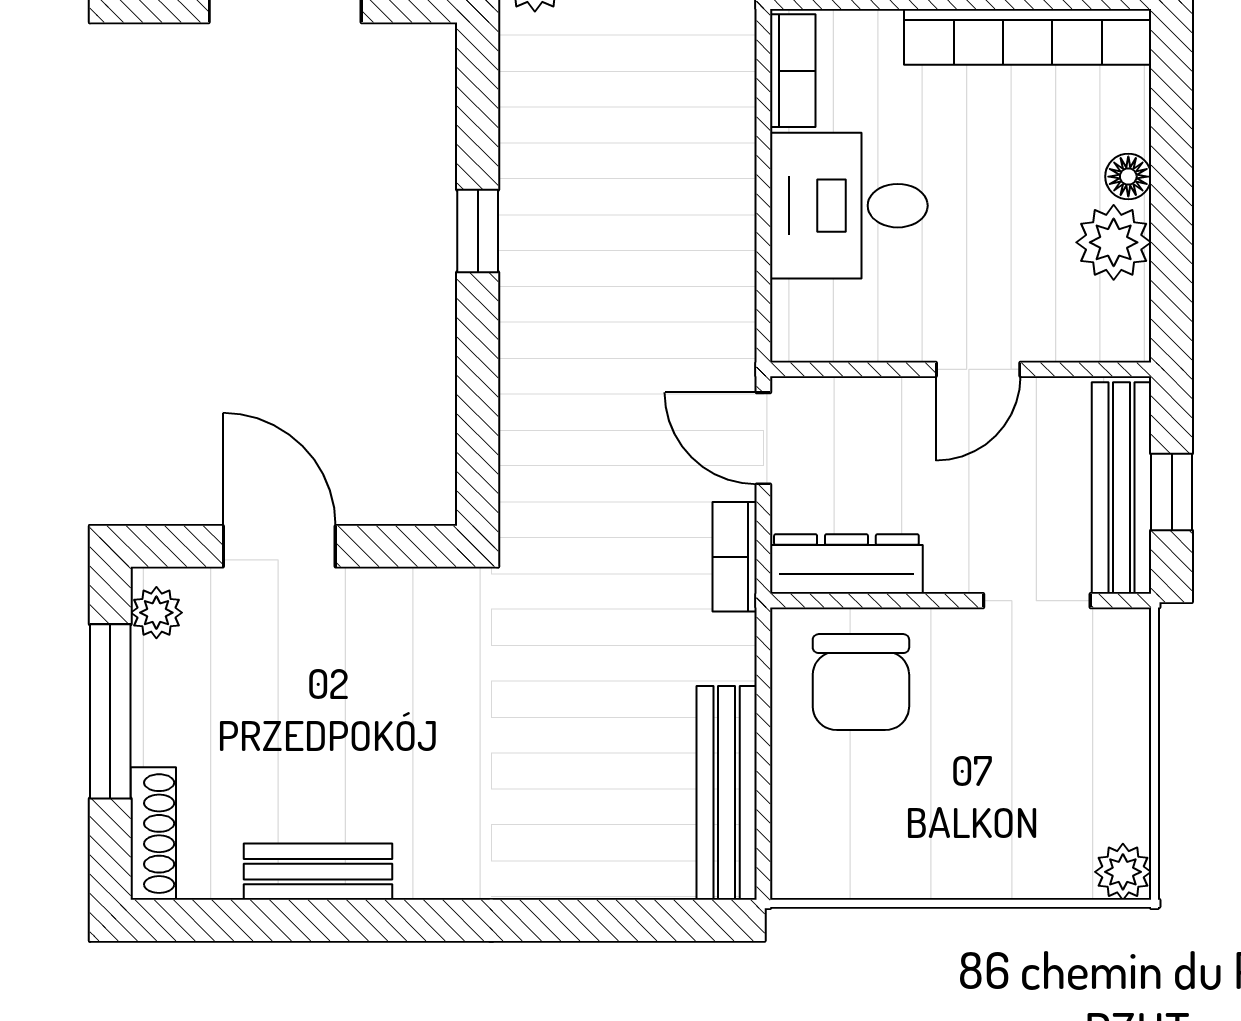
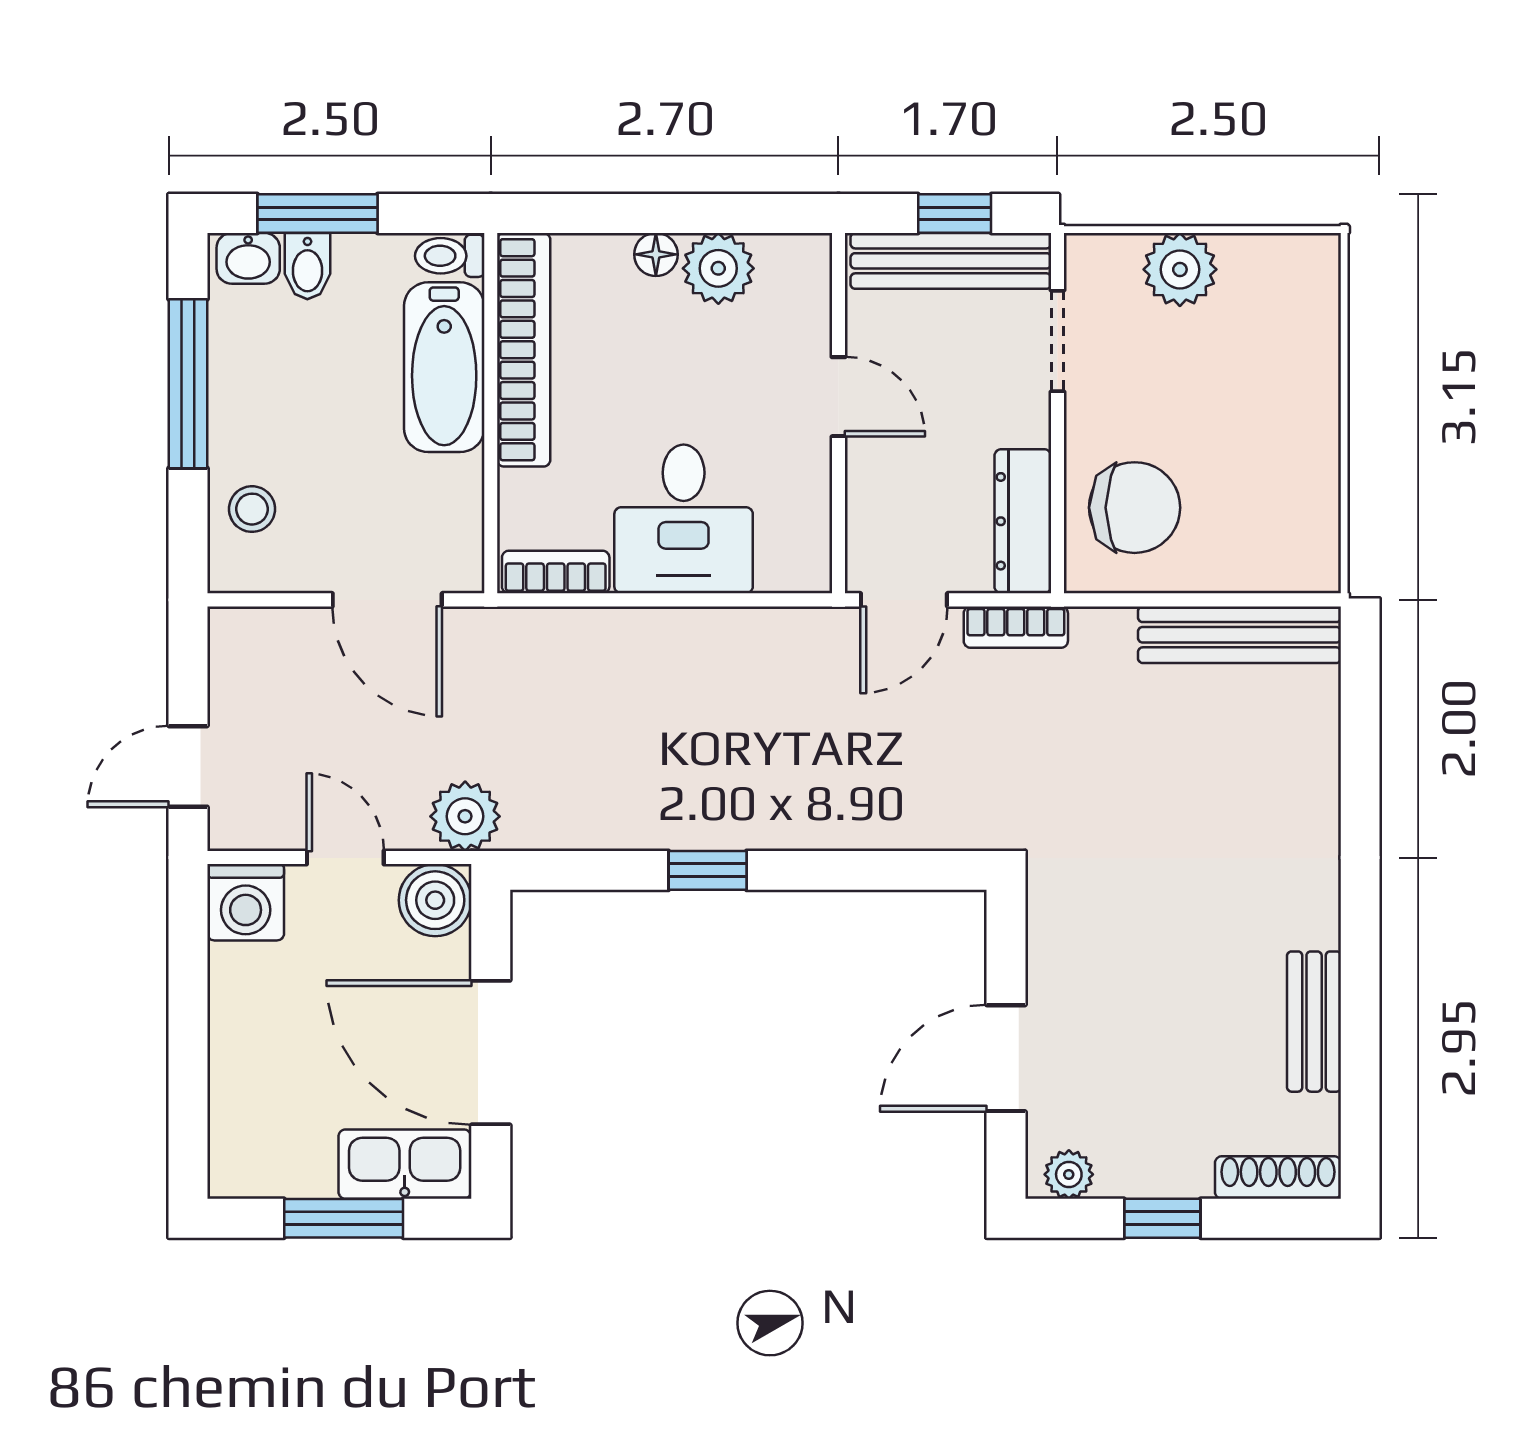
window: (110, 711) -> (1162, 1218), width x0.46
plant: (1123, 872) -> (1180, 269), moved, width x1.38, depth x1.38

